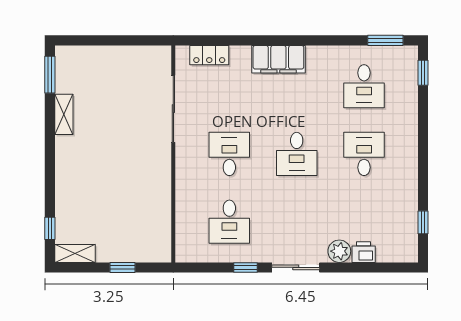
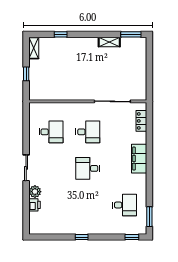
desk: (364, 86) -> (125, 205), turned 180
desk: (364, 154) -> (88, 205), removed
desk: (229, 222) -> (51, 132), turned 180
window: (423, 222) -> (82, 237), moved
window: (50, 228) -> (61, 34), moved
window: (245, 267) -> (26, 141), removed

